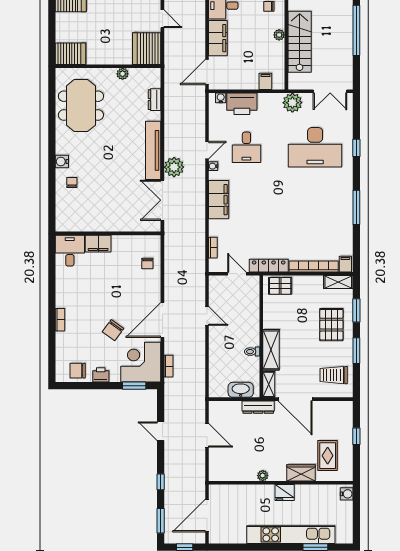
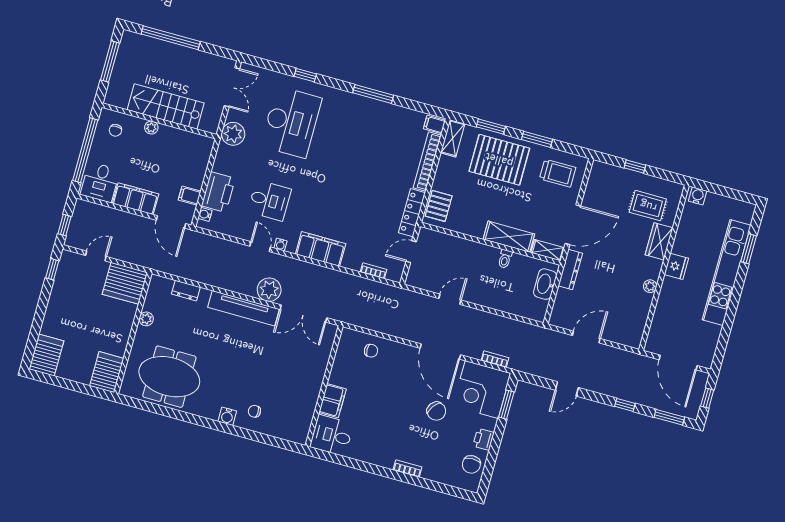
filing cabinet: (265, 81) -> (190, 196), moved
pallet: (331, 325) -> (499, 160), width x1.37, depth x1.41
trolley: (334, 375) -> (558, 173), turned -90

